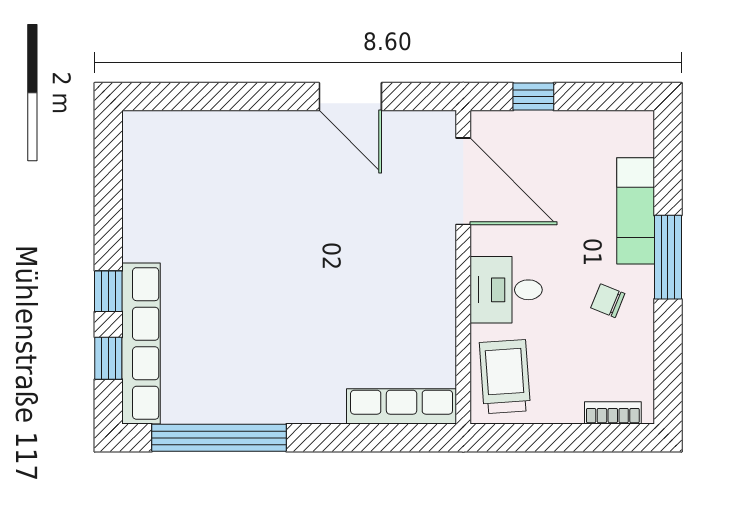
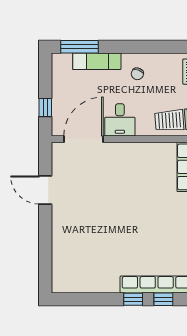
door: (350, 97) -> (45, 190), swing flipped
window: (668, 257) -> (80, 47), moved
desk: (506, 290) -> (120, 120), moved

